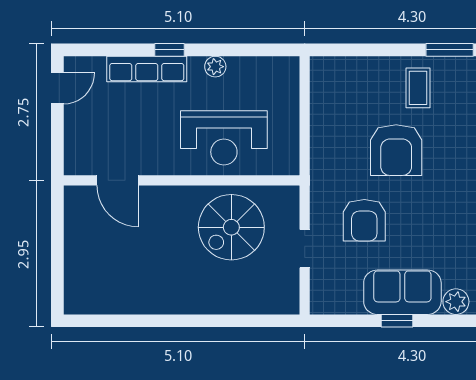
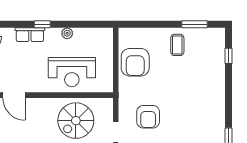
row of seats: (147, 69) -> (30, 35), width x0.68
armchair: (396, 150) -> (135, 62), moved

